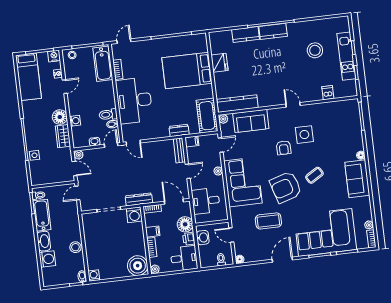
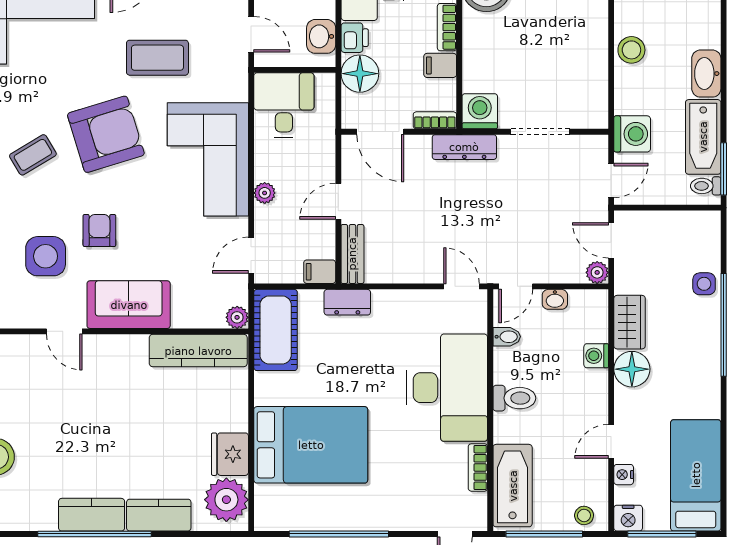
plant: (219, 44) -> (226, 500), added
toilet: (108, 115) -> (514, 398), moved
sofa: (251, 121) -> (129, 305), moved
desk: (206, 201) -> (284, 105), moved, turned -90
washing machine: (47, 259) -> (632, 134), moved, turned 180

